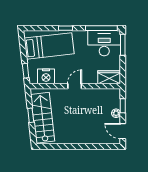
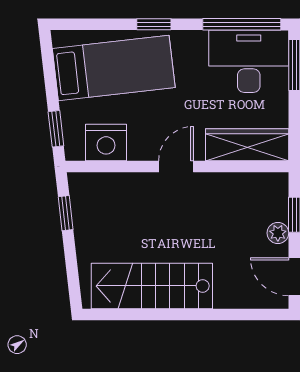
wardrobe: (109, 77) -> (247, 145), width x1.50
window: (31, 115) -> (66, 213), moved
stairs: (43, 118) -> (152, 286), moved, turned -83

